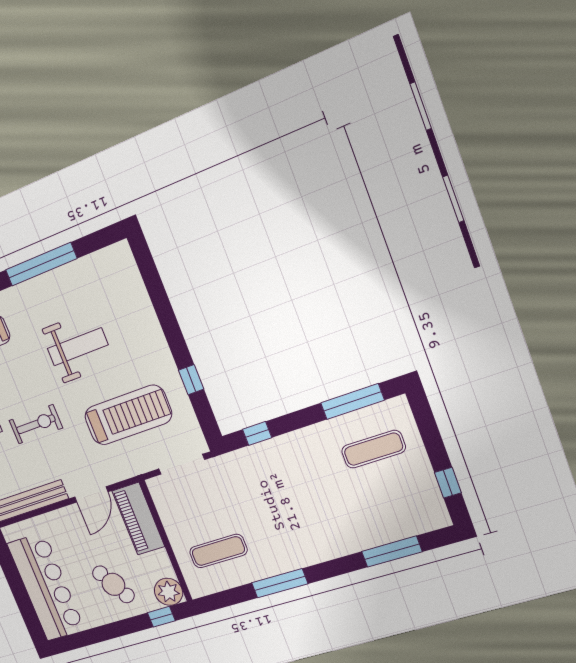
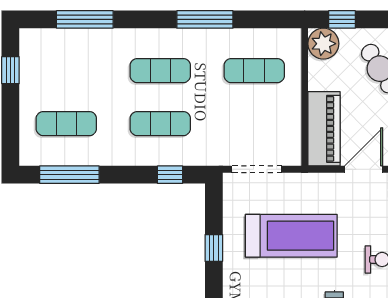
treadmill: (128, 415) -> (291, 236), turned 180
exercise mat: (284, 478) -> (160, 124), added
exercise mat: (303, 526) -> (160, 71), added

